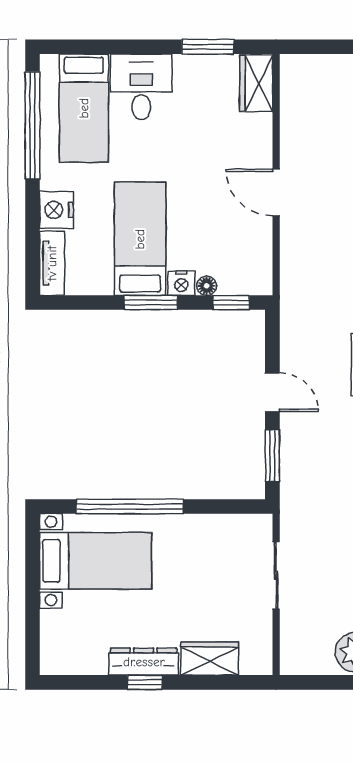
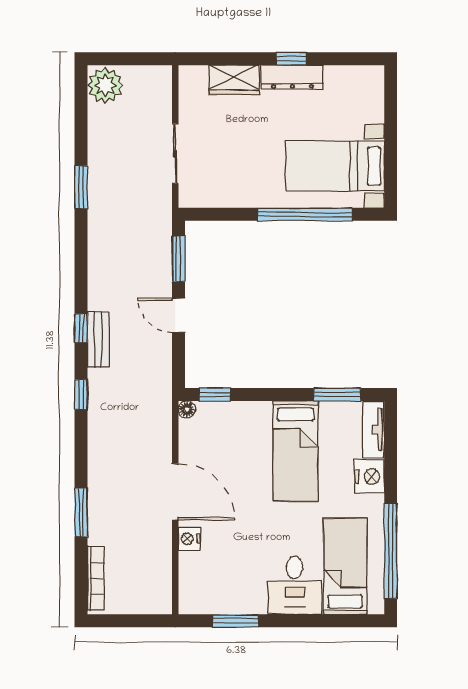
wardrobe: (256, 83) -> (193, 588), removed
door: (276, 193) -> (175, 492), width x1.36
nightstand: (181, 283) -> (189, 539), moved, turned -90
floor lamp: (207, 286) -> (187, 409), moved
window: (151, 303) -> (337, 395), moved

